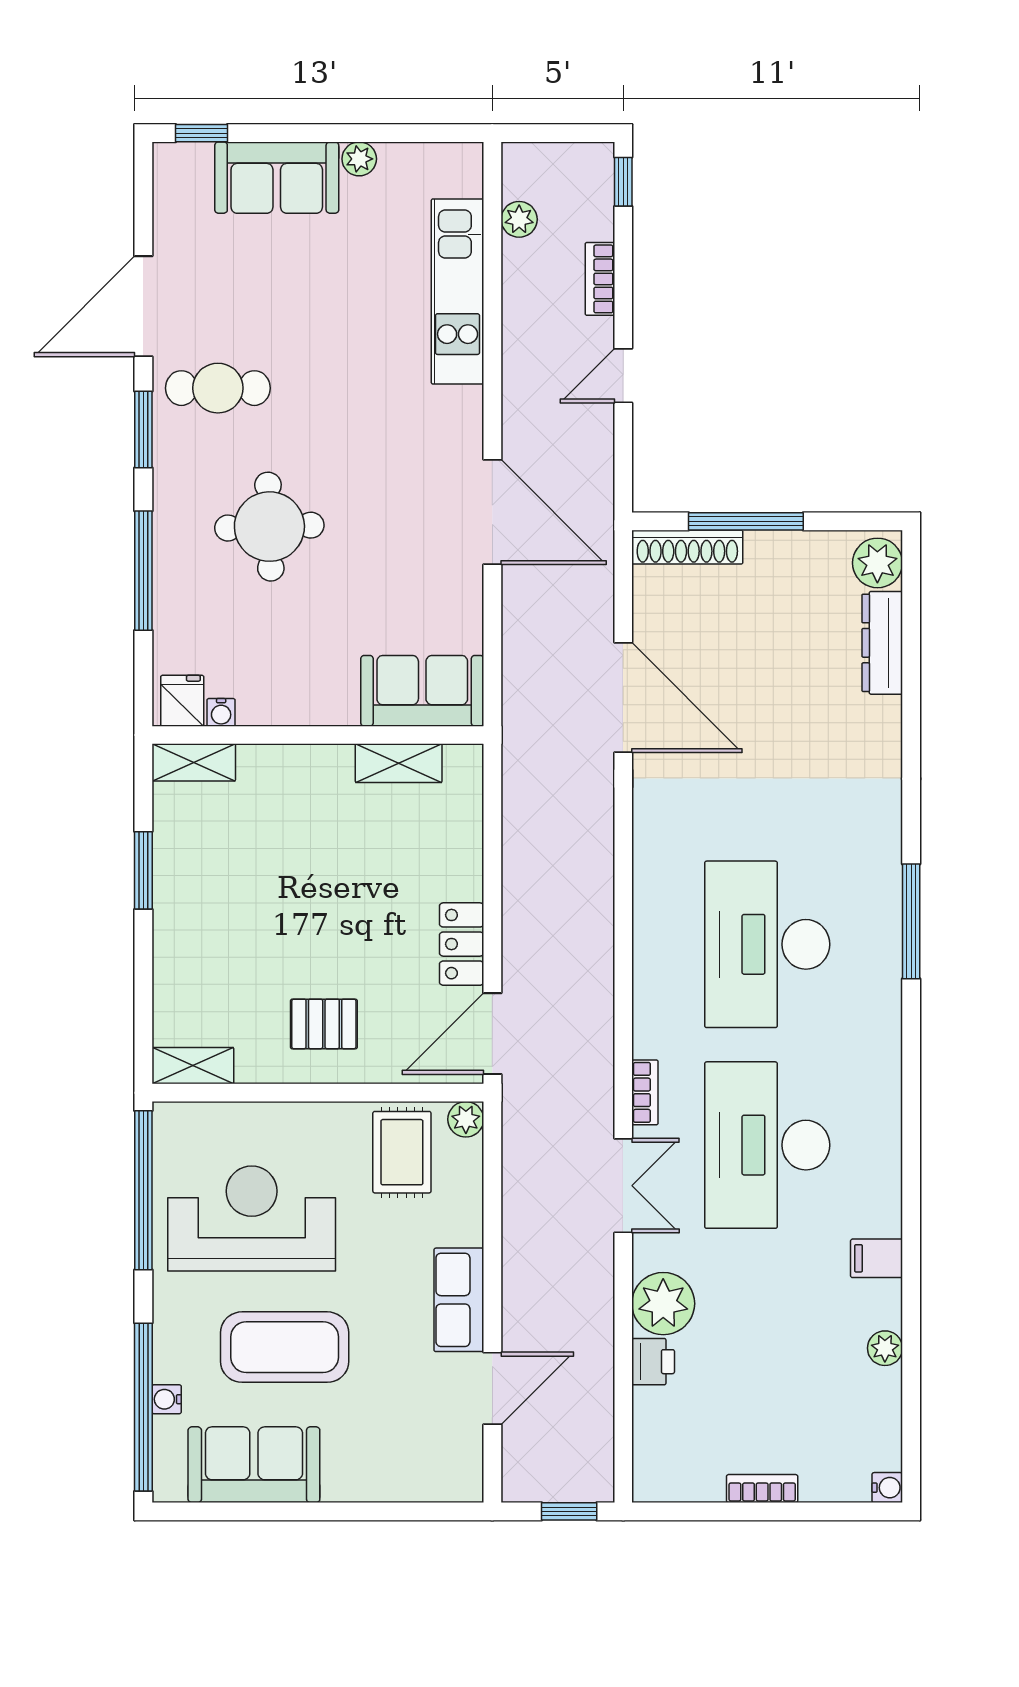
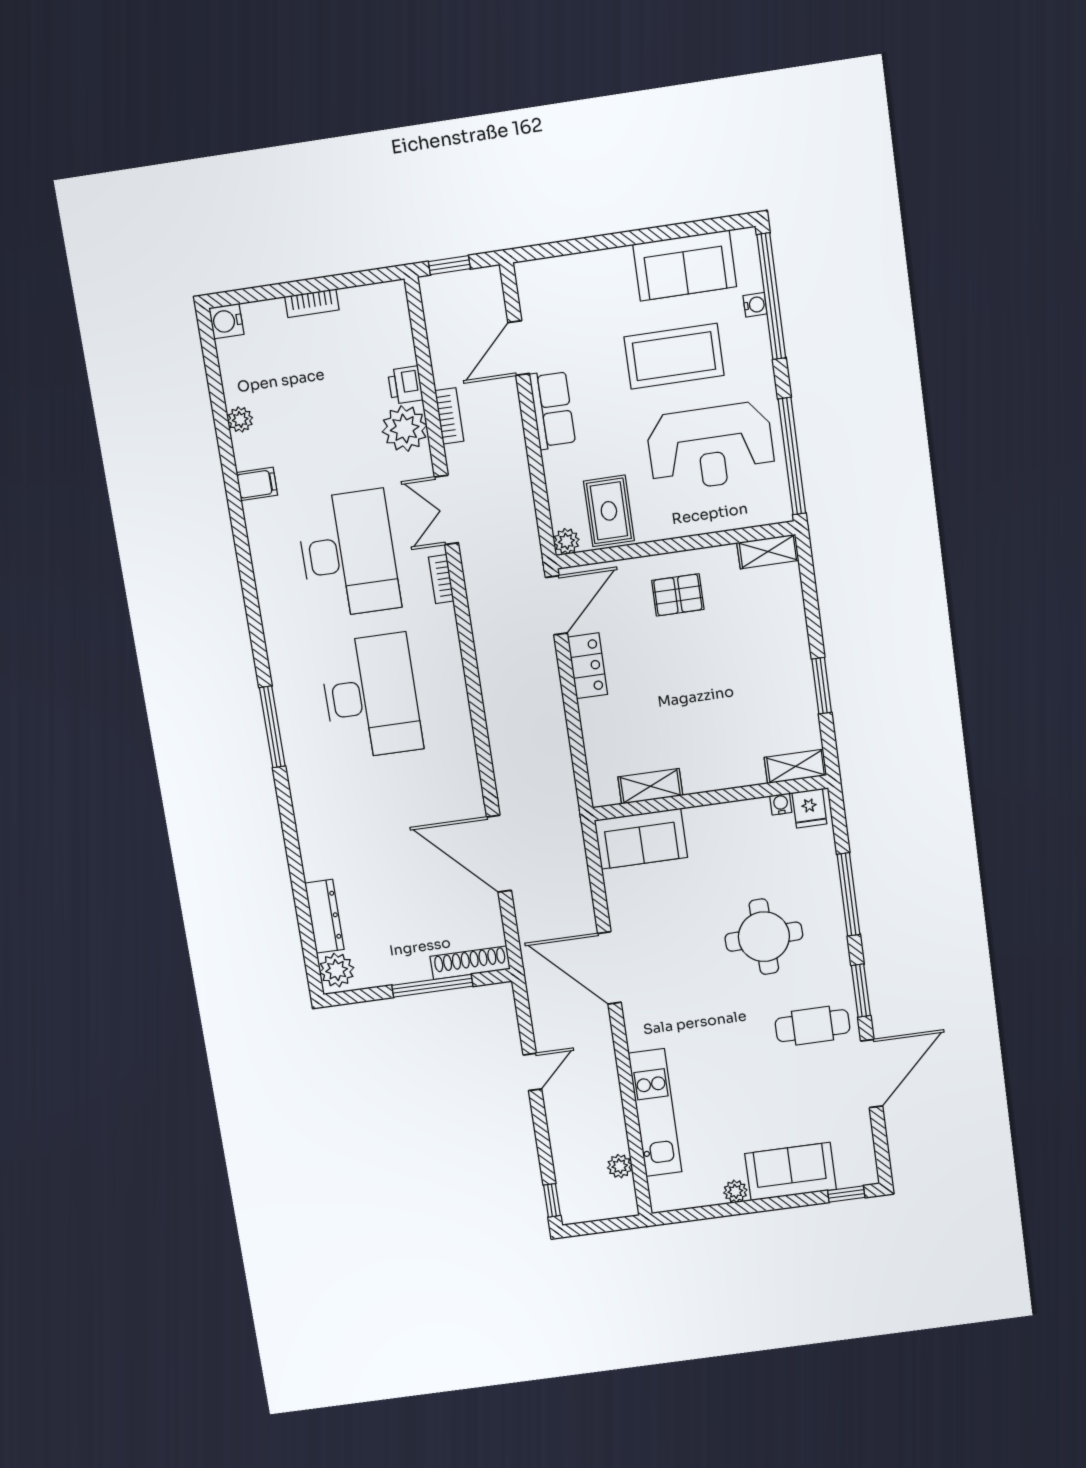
bookcase: (600, 279) -> (449, 416), moved
water cooler: (887, 1488) -> (226, 321), width x1.38, depth x1.38

